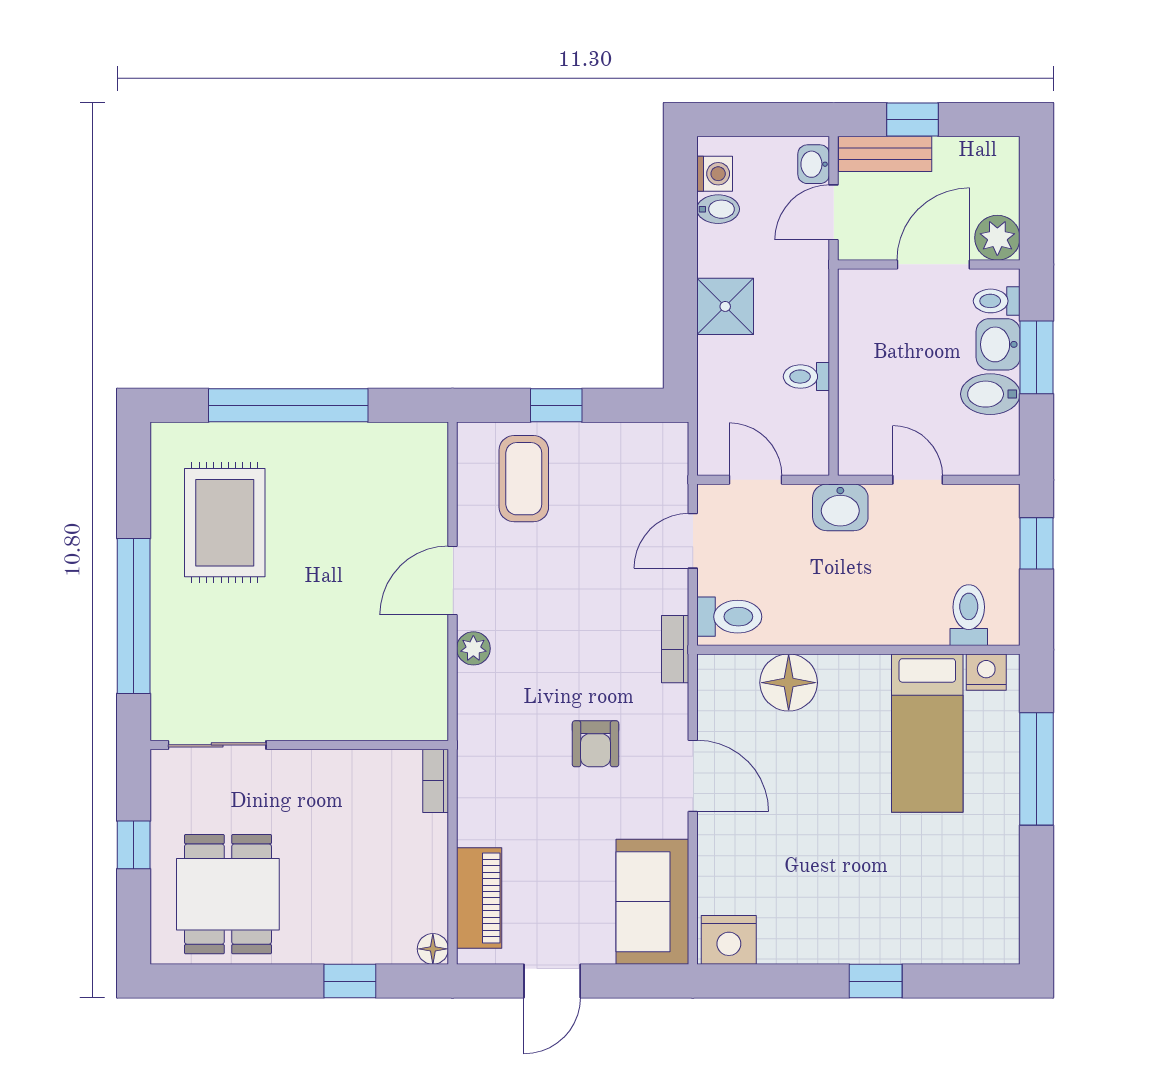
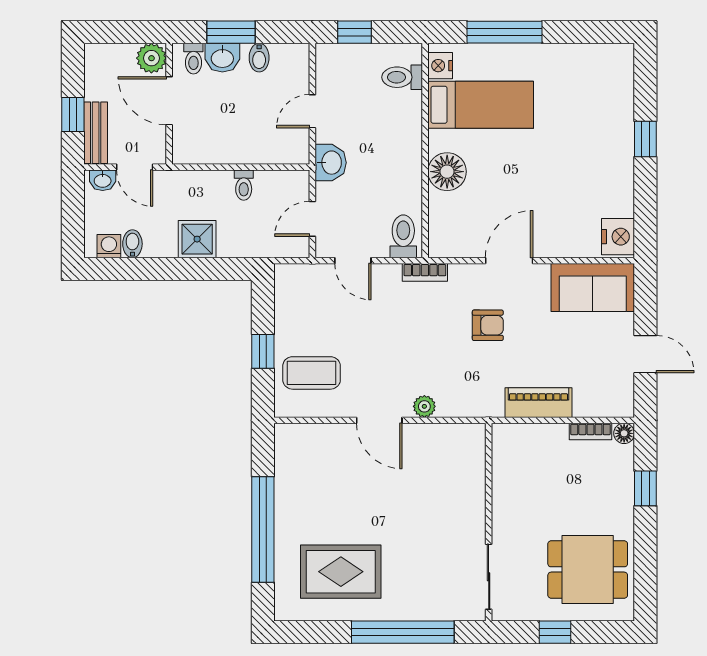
bidet: (990, 394) -> (259, 58), width x0.72, depth x0.74
floor lamp: (789, 683) -> (447, 172), moved
bookcase: (436, 781) -> (590, 431), moved
piano: (479, 898) -> (539, 403), moved

